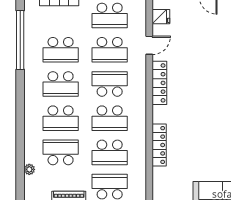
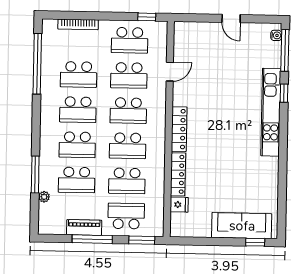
fridge: (161, 17) -> (179, 205), moved
locker: (159, 83) -> (179, 129), moved
school desk: (110, 84) -> (128, 111), turned 180
window: (20, 148) -> (35, 175), added
school desk: (61, 152) -> (77, 180), turned 180

